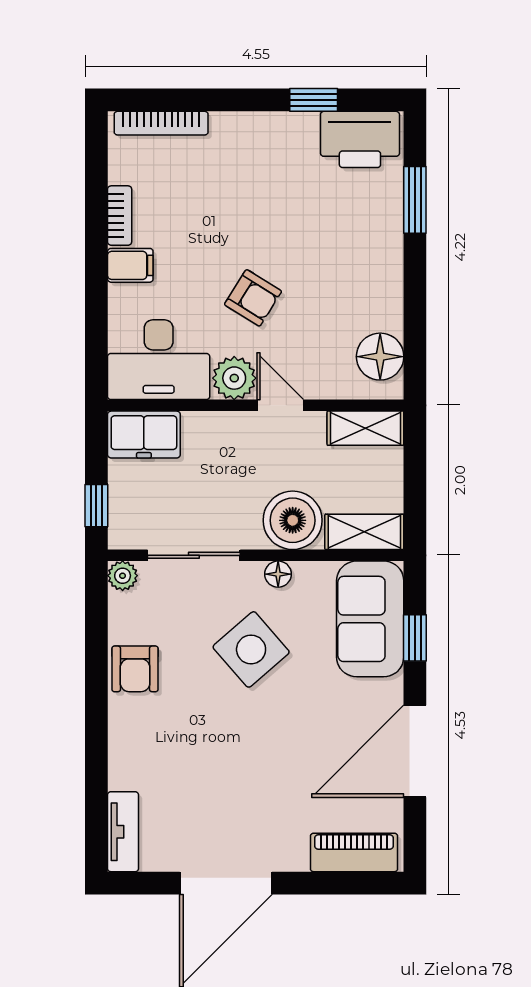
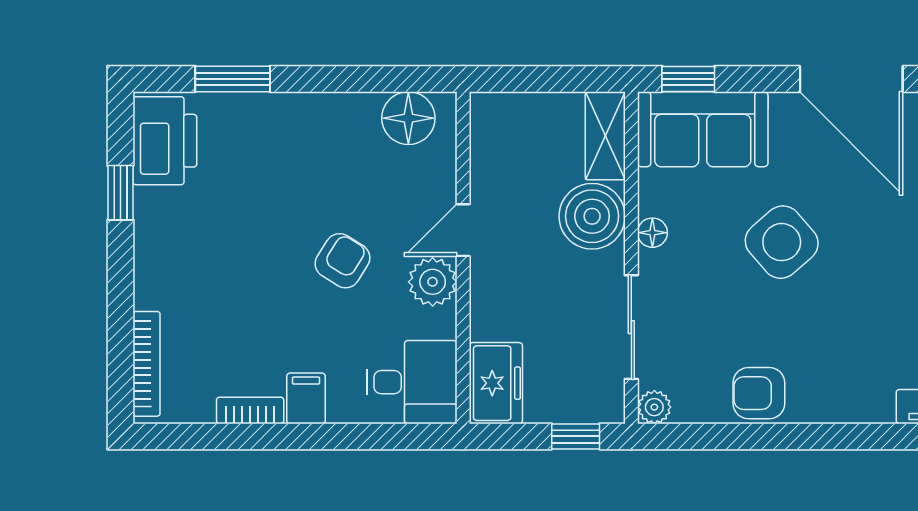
desk: (159, 360) -> (412, 382), width x0.73
shelving: (365, 428) -> (489, 134), removed
window: (415, 638) -> (688, 79), moved
side table: (251, 649) -> (782, 242), moved
armchair: (135, 669) -> (759, 393), turned 180

